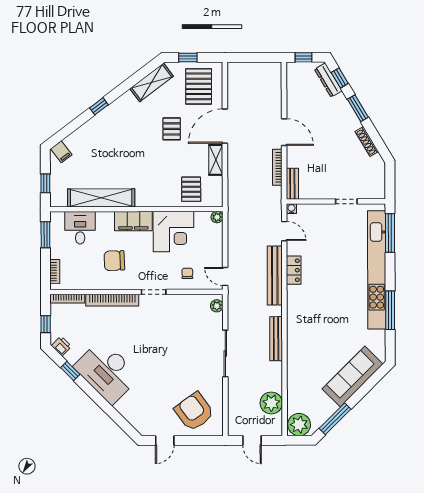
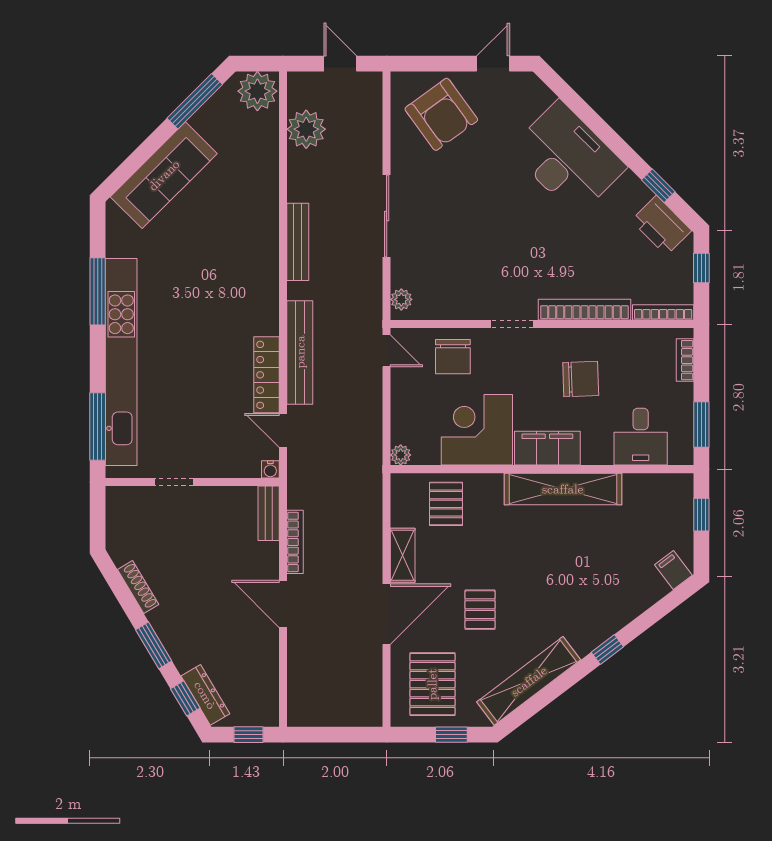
shelving: (152, 82) -> (529, 681), width x1.47
shelving: (101, 198) -> (563, 489), moved
locker: (294, 270) -> (266, 375), width x1.53
chair: (187, 273) -> (453, 357), width x1.87, depth x1.87
printer: (61, 346) -> (661, 225), width x1.87, depth x1.48
desk: (107, 372) -> (568, 158), moved

